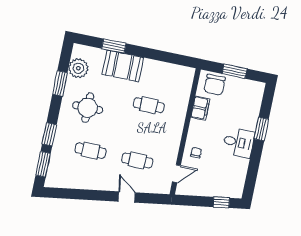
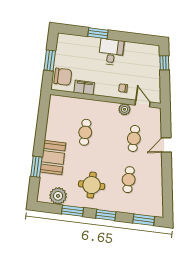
window: (49, 134) -> (106, 215), moved
plant: (172, 152) -> (124, 109), added

